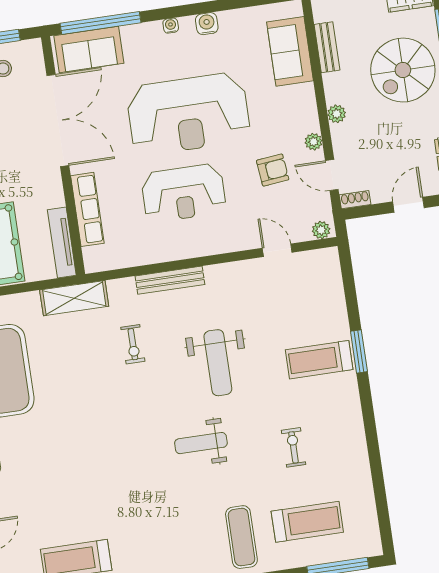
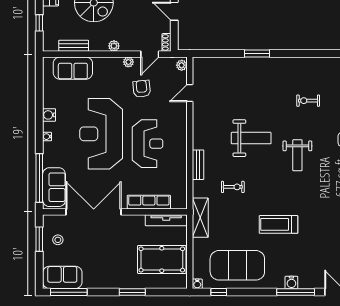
reception desk: (188, 114) -> (101, 134), turned 180
bench: (170, 280) -> (198, 165), width x0.73
treadmill: (319, 360) -> (278, 224), moved, turned 90

